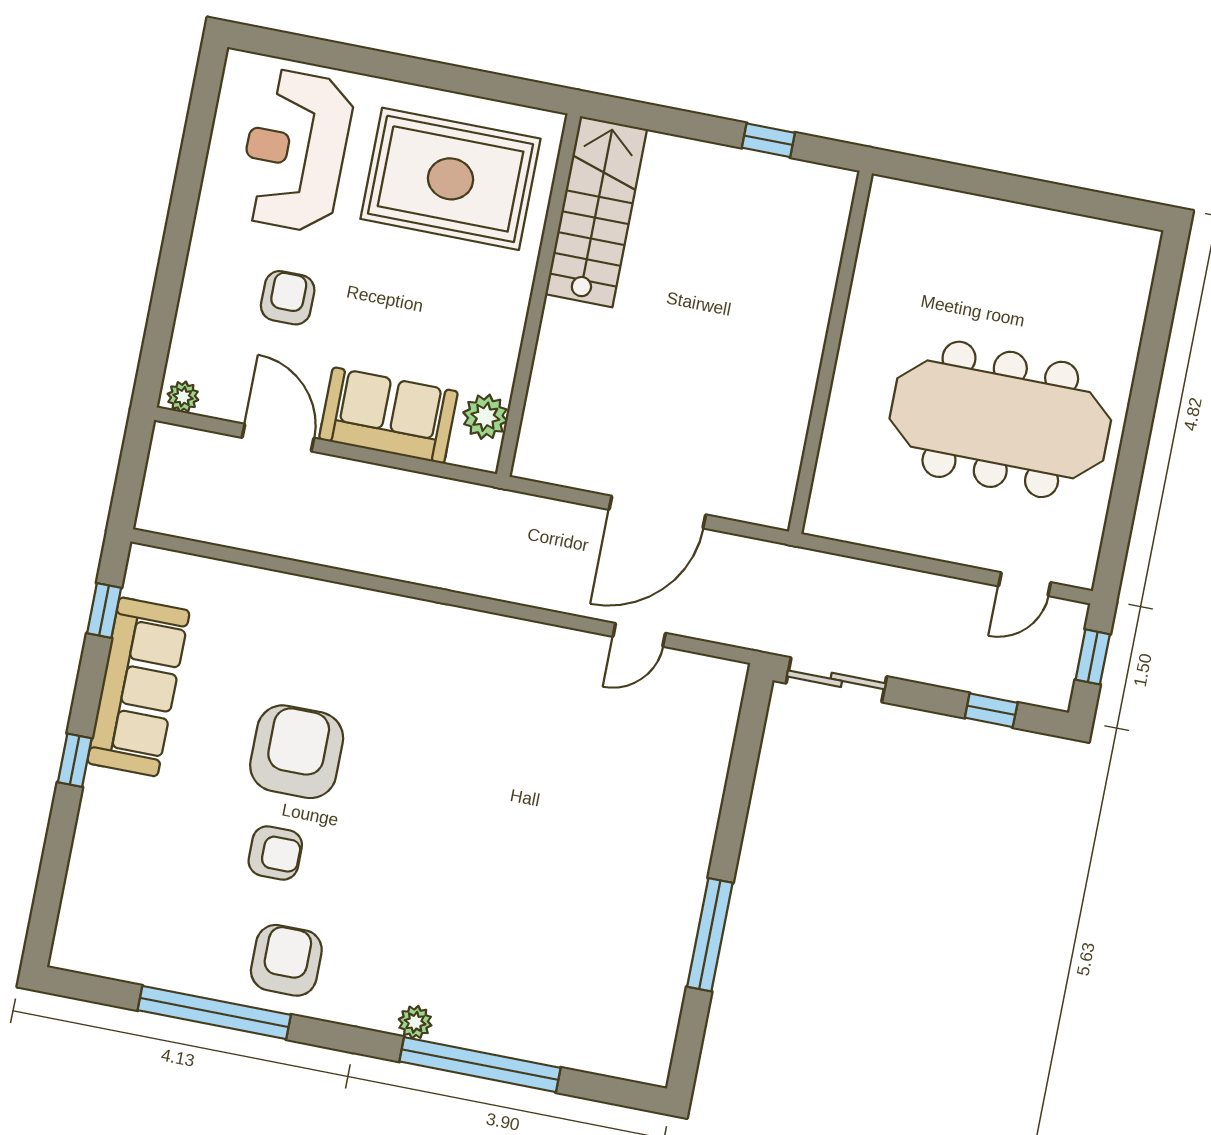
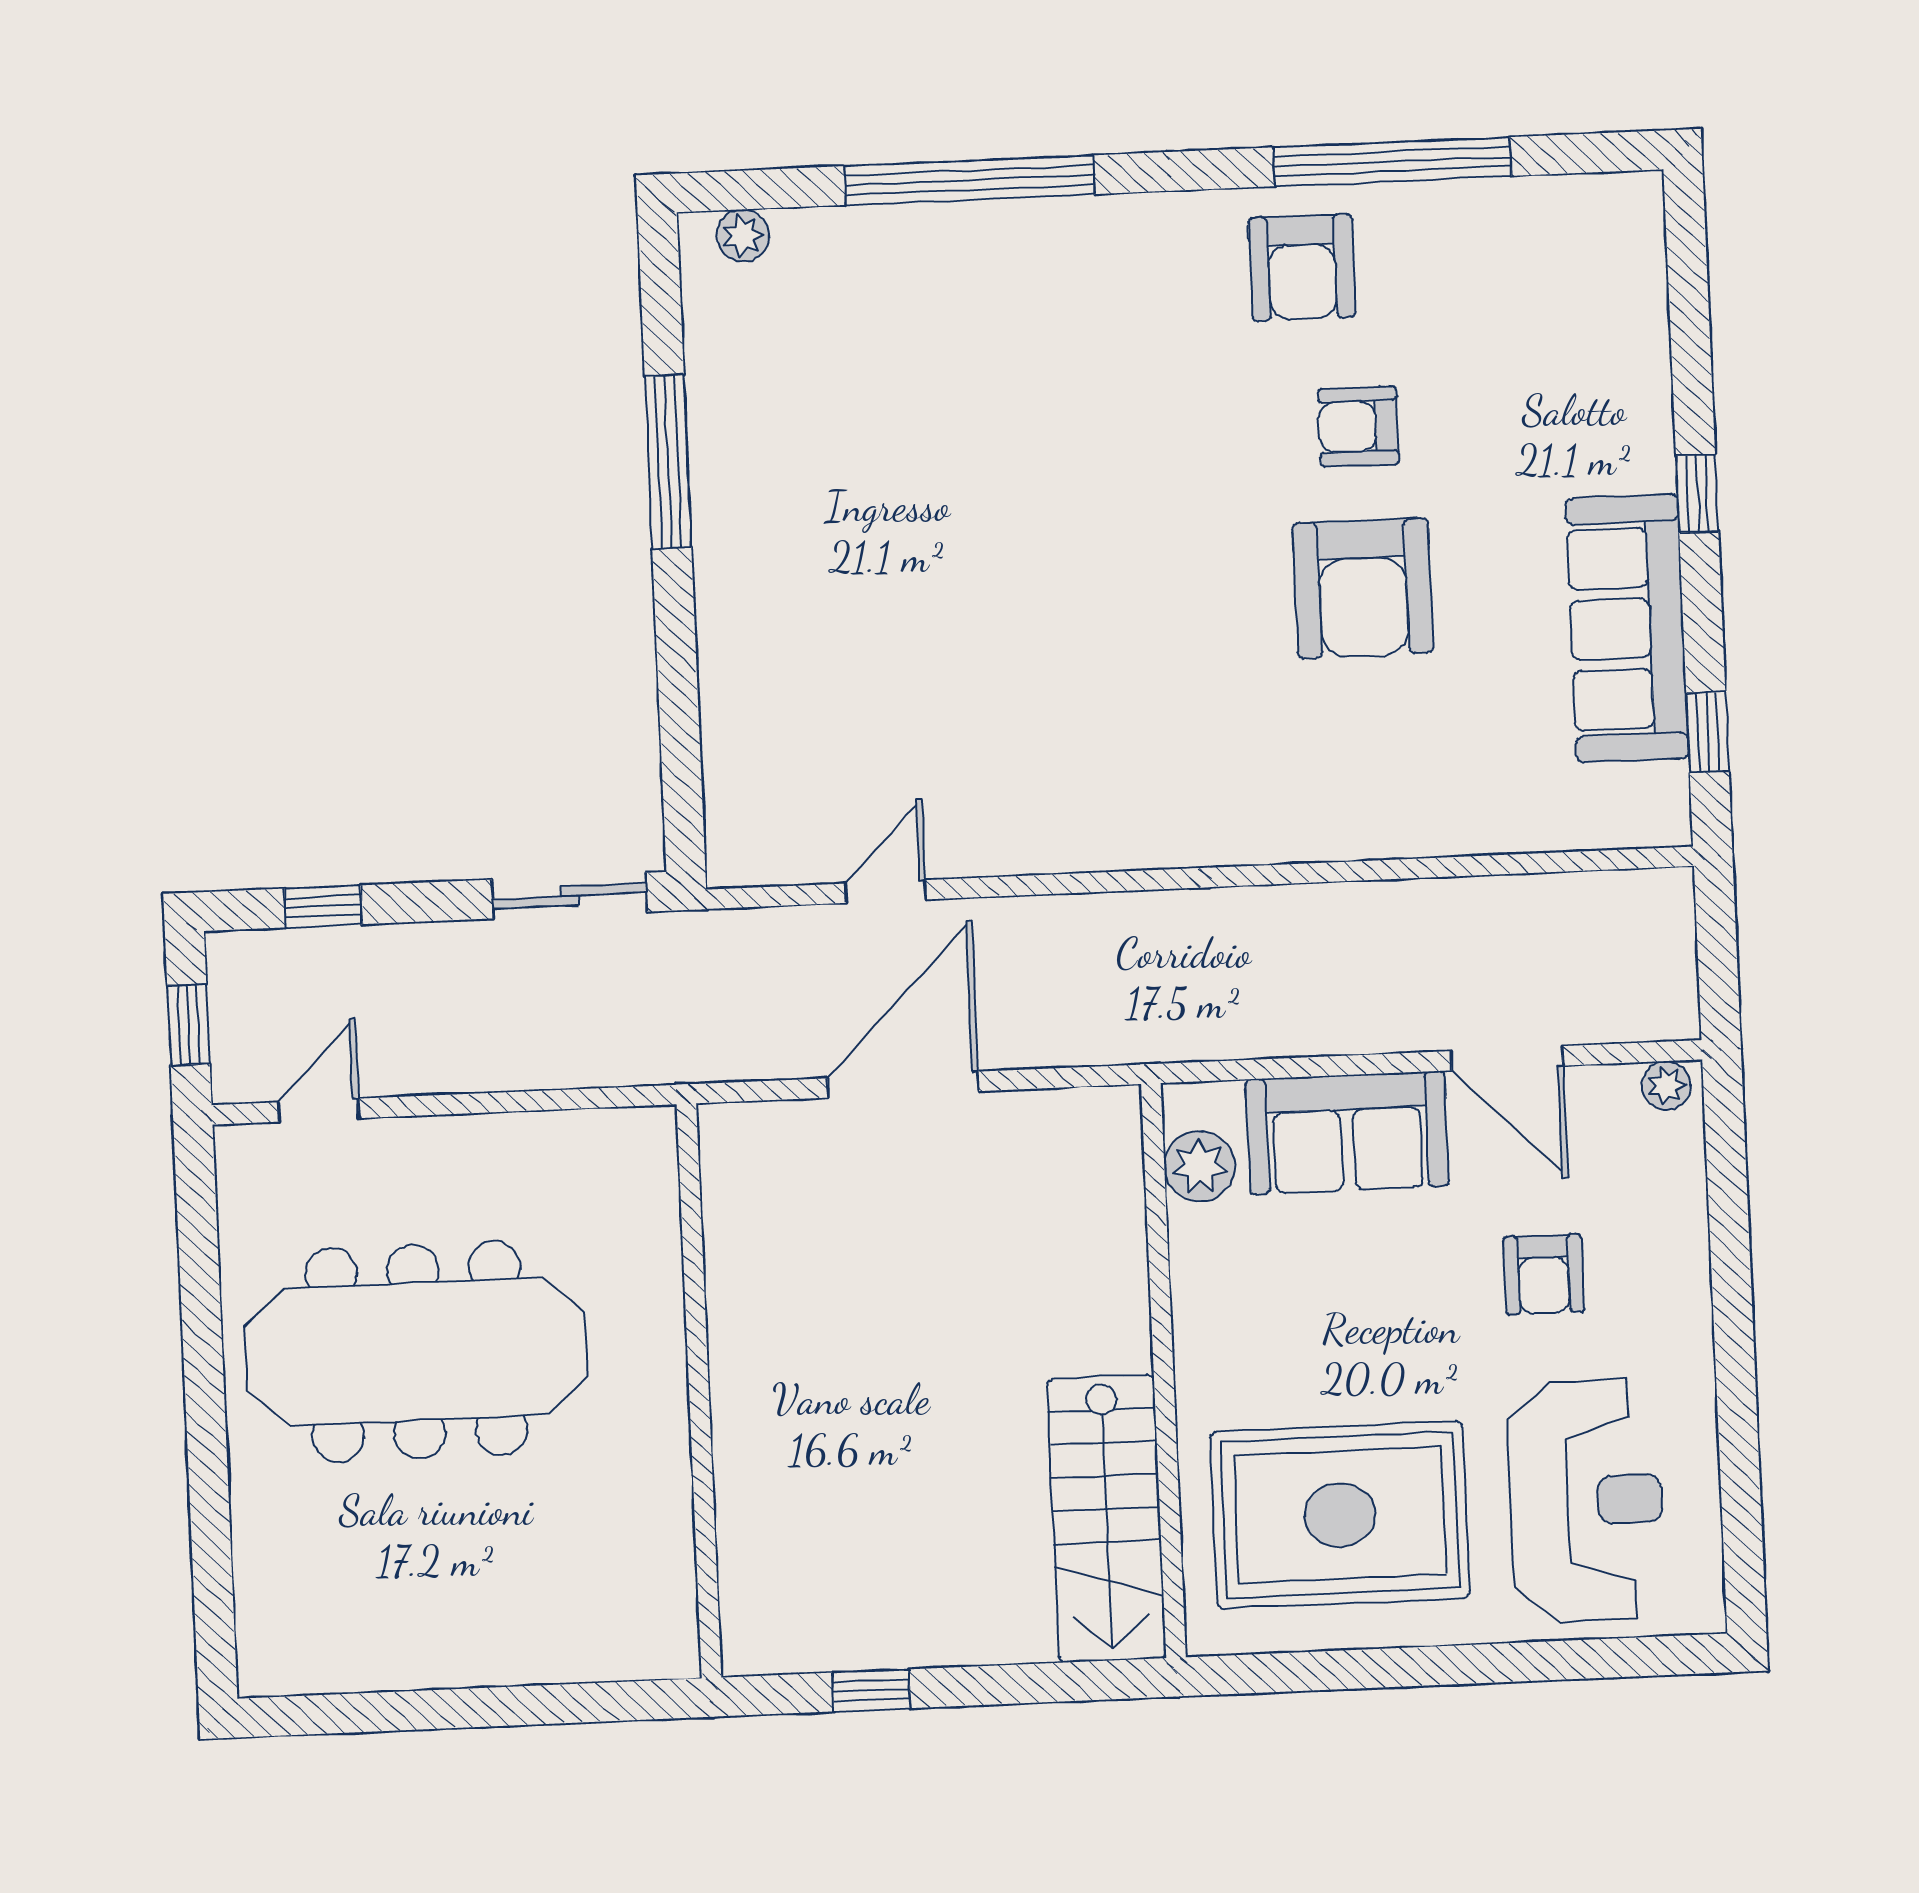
plant: (415, 1022) -> (743, 236), moved

